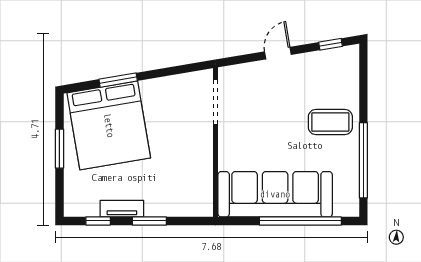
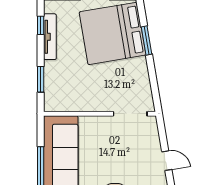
tv unit: (122, 209) -> (50, 37), width x1.41
window: (149, 221) -> (41, 79), moved

